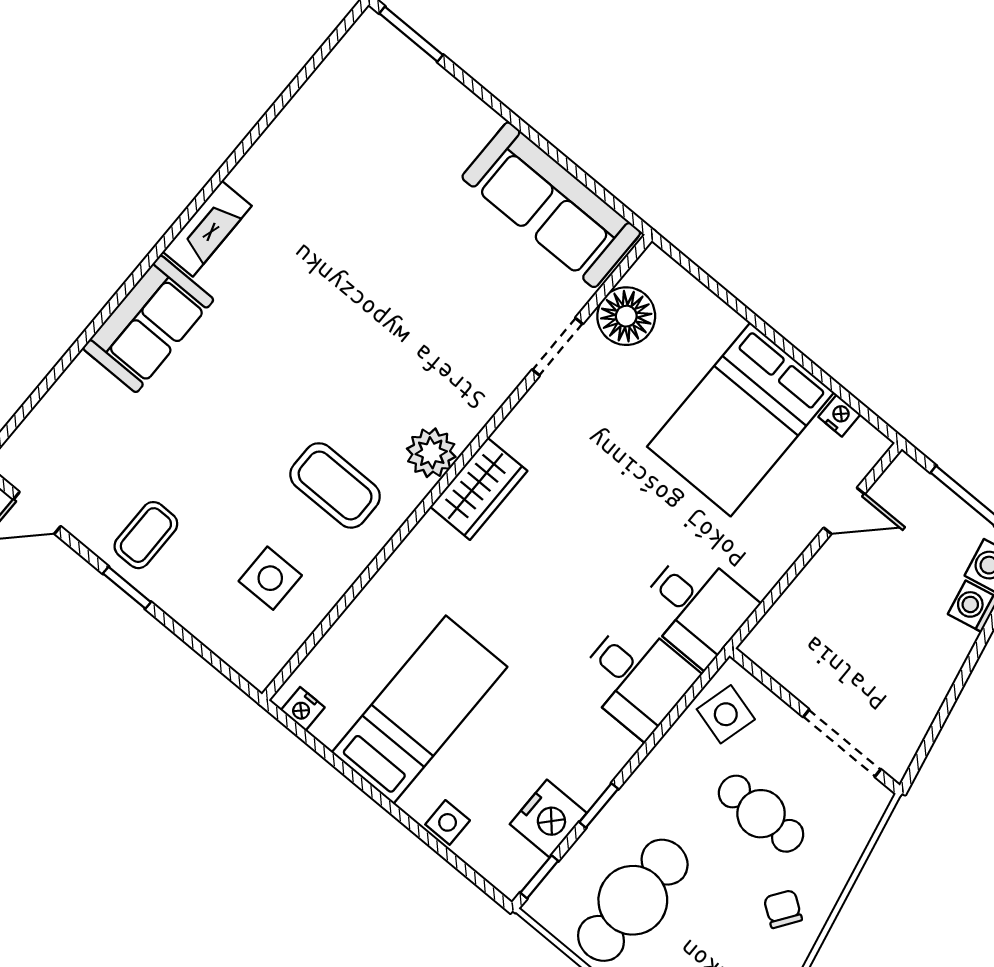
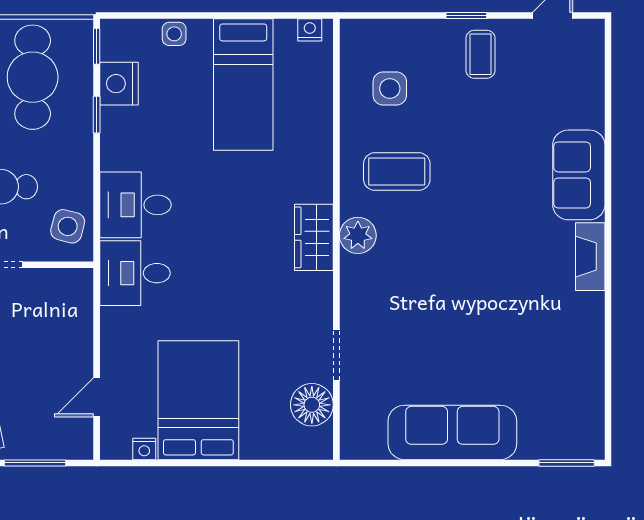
sofa: (551, 205) -> (452, 432), moved

